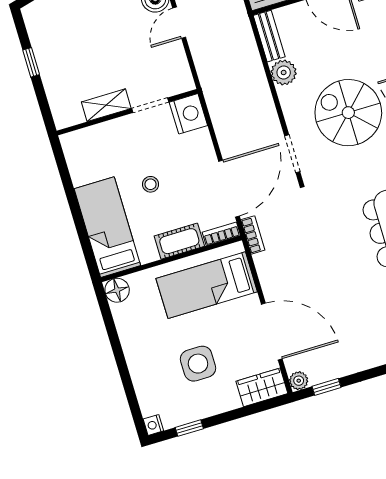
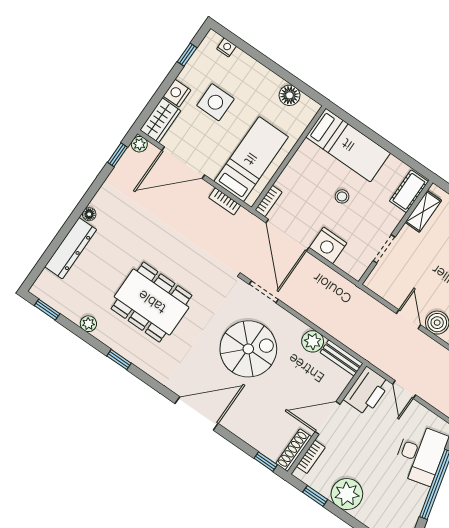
shelving: (106, 105) -> (423, 211), moved
nightstand: (188, 114) -> (328, 245), moved
bookcase: (253, 235) -> (225, 201), moved
cot: (179, 241) -> (409, 191), moved
floor lamp: (117, 290) -> (290, 95), moved
nightstand: (227, 400) -> (177, 93), added
nightstand: (153, 425) -> (227, 47), moved

